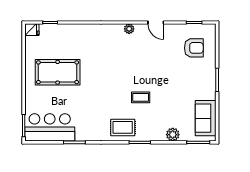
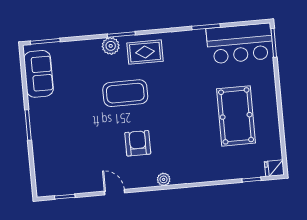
plant: (129, 29) -> (164, 179), moved
armchair: (194, 48) -> (138, 143), moved, turned 90
pool table: (58, 72) -> (236, 116), turned 90
coffee table: (141, 97) -> (125, 93), width x1.86, depth x1.72
plant: (173, 135) -> (111, 46), moved

